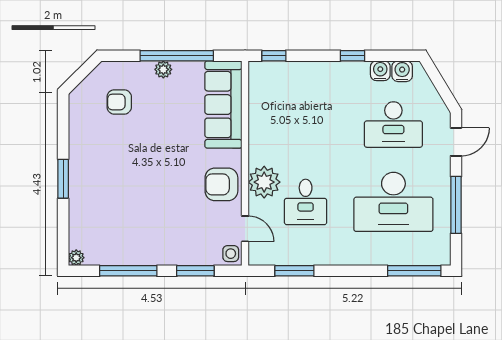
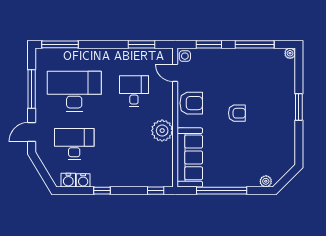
plant: (163, 69) -> (266, 181), moved
armchair: (119, 102) -> (237, 113), moved
plant: (264, 182) -> (162, 131), moved

